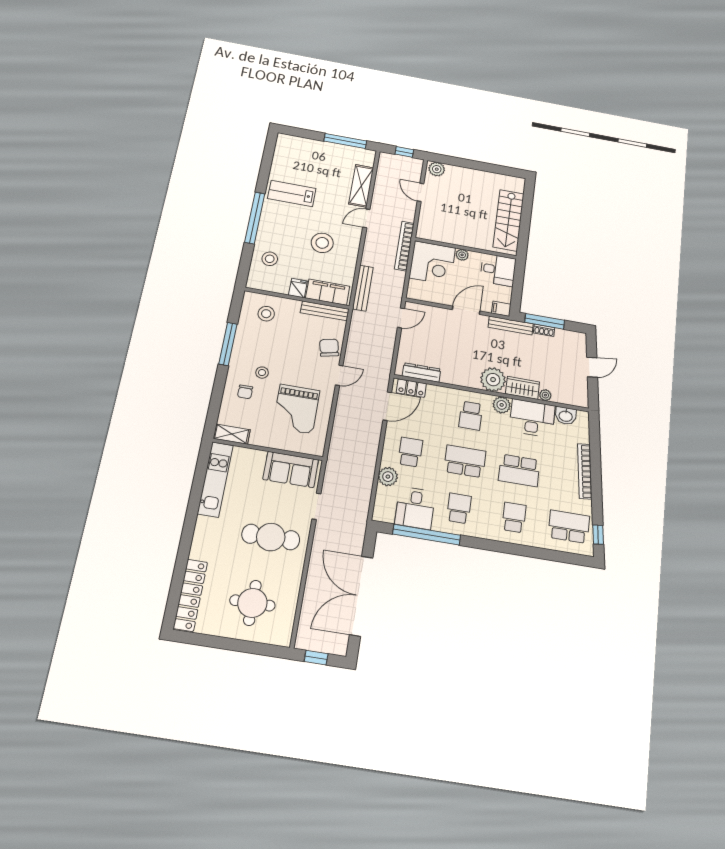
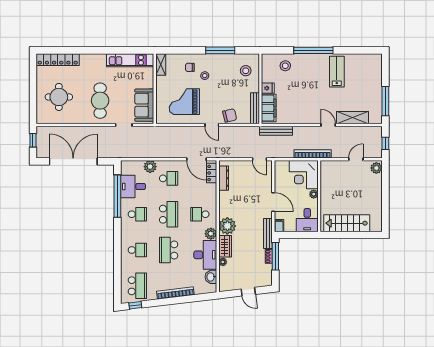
stool: (322, 243) -> (304, 98), removed

